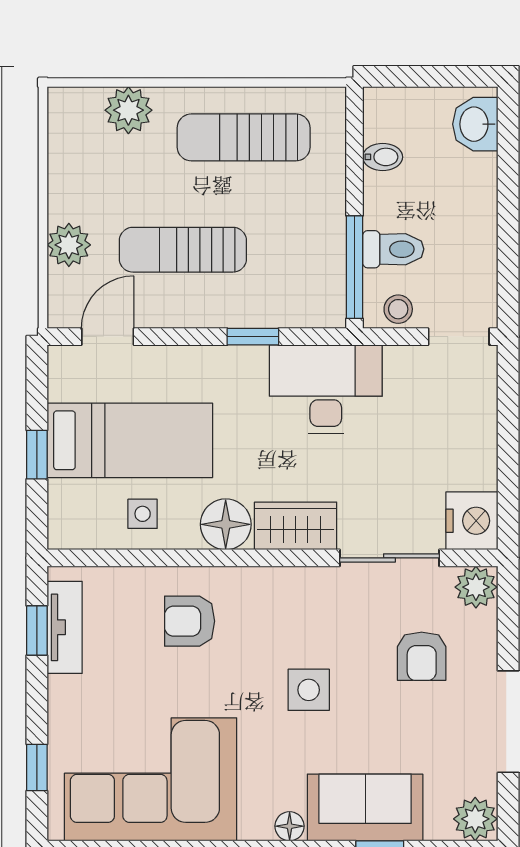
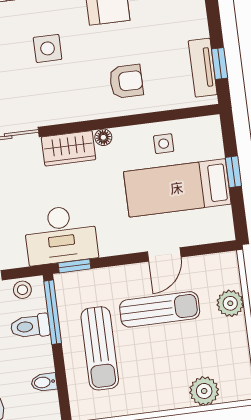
sun lounger: (244, 137) -> (100, 348), moved, turned 90
door: (108, 337) -> (164, 254), moved
window: (253, 337) -> (74, 266), moved
floor lamp: (226, 524) -> (103, 137), width x0.53, depth x0.53

